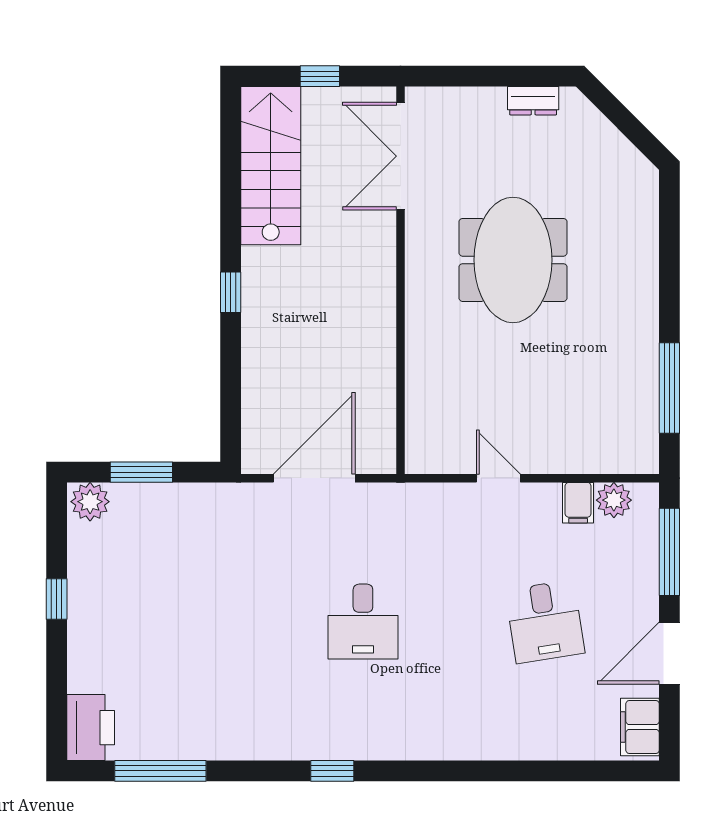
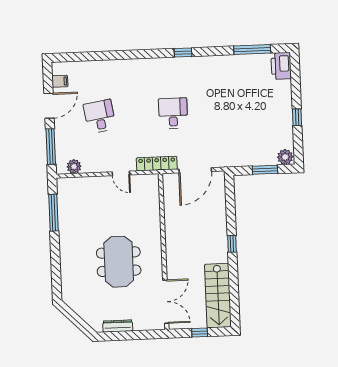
dresser: (533, 101) -> (118, 326), width x1.44
locker: (408, 499) -> (157, 164), added
filing cabinet: (578, 503) -> (88, 165), removed
filing cabinet: (640, 727) -> (60, 81), width x0.50

